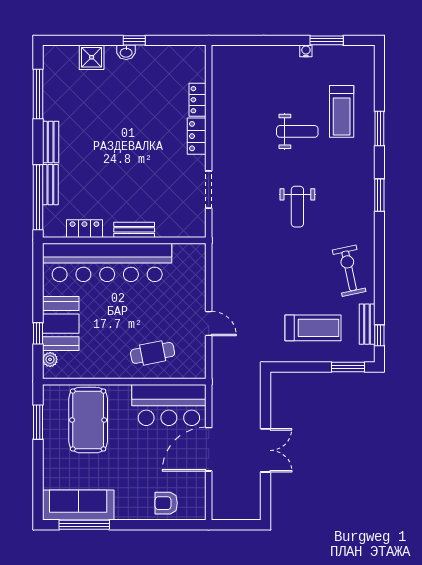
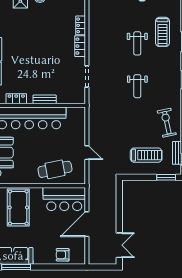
weight bench: (297, 131) -> (137, 43), turned 90
cafe table: (153, 353) -> (55, 169), width x1.37, depth x1.35
double door: (266, 450) -> (119, 245), moved

